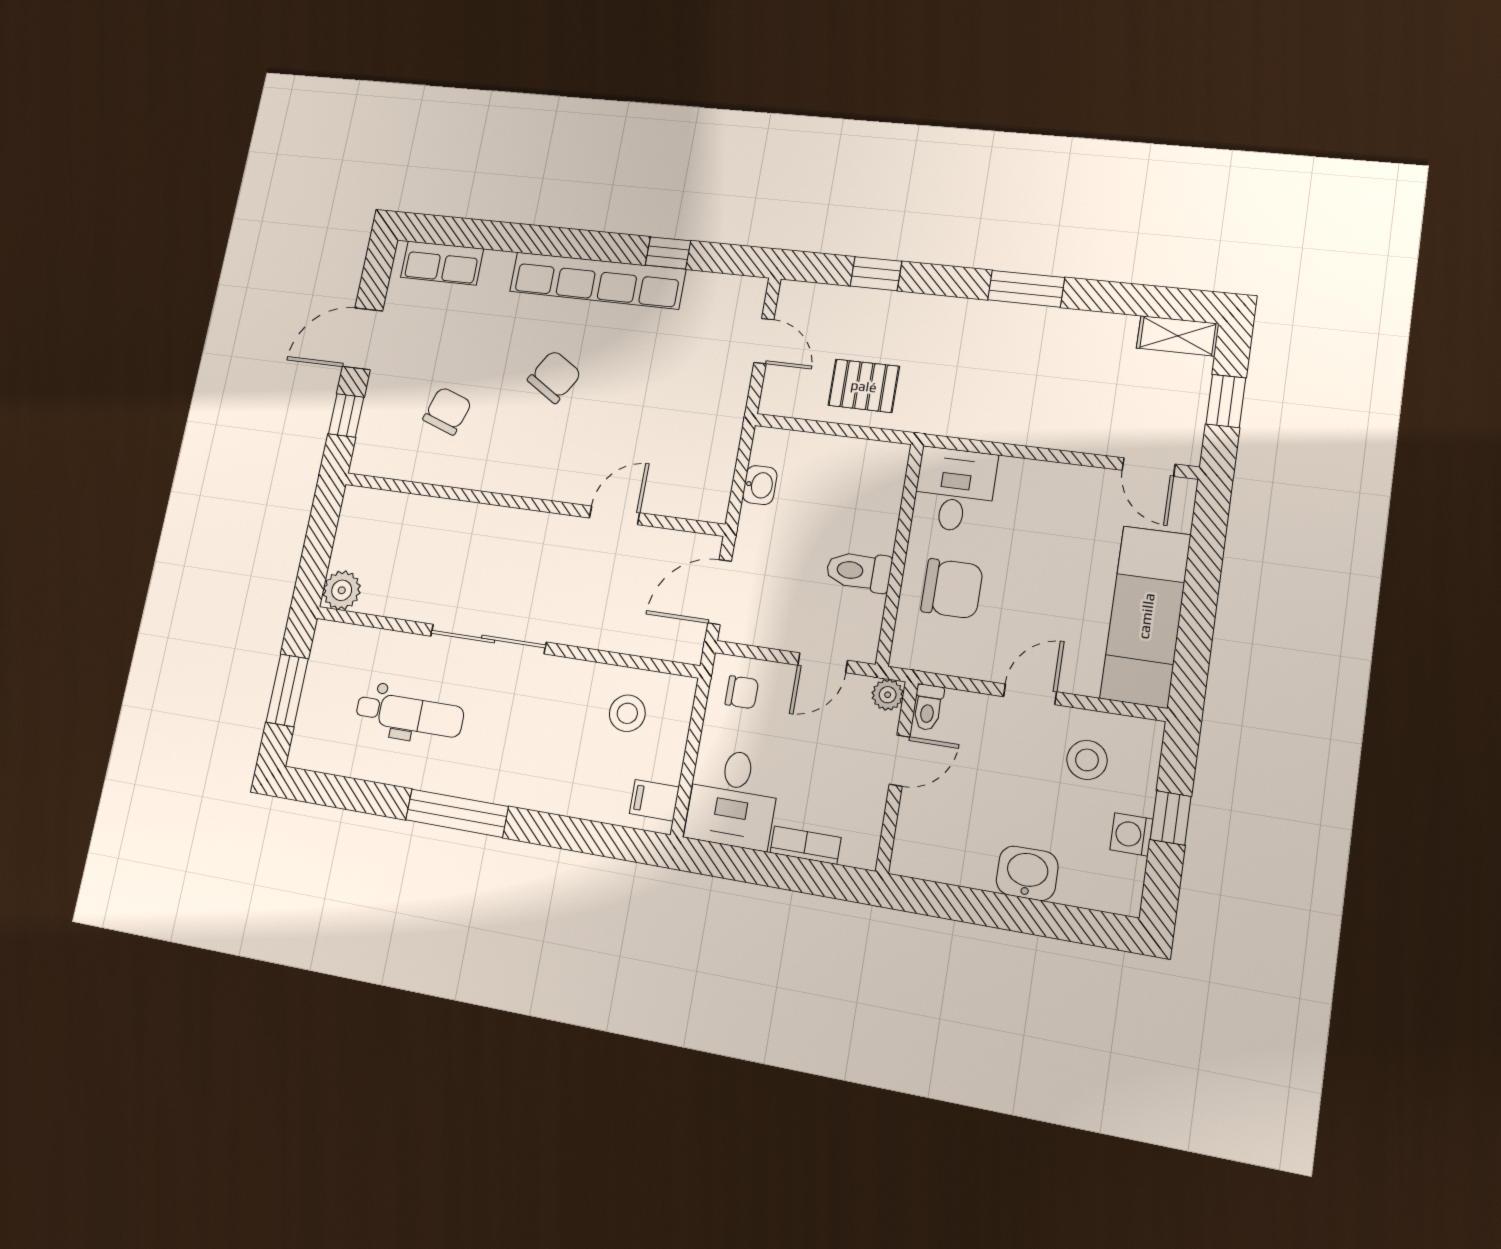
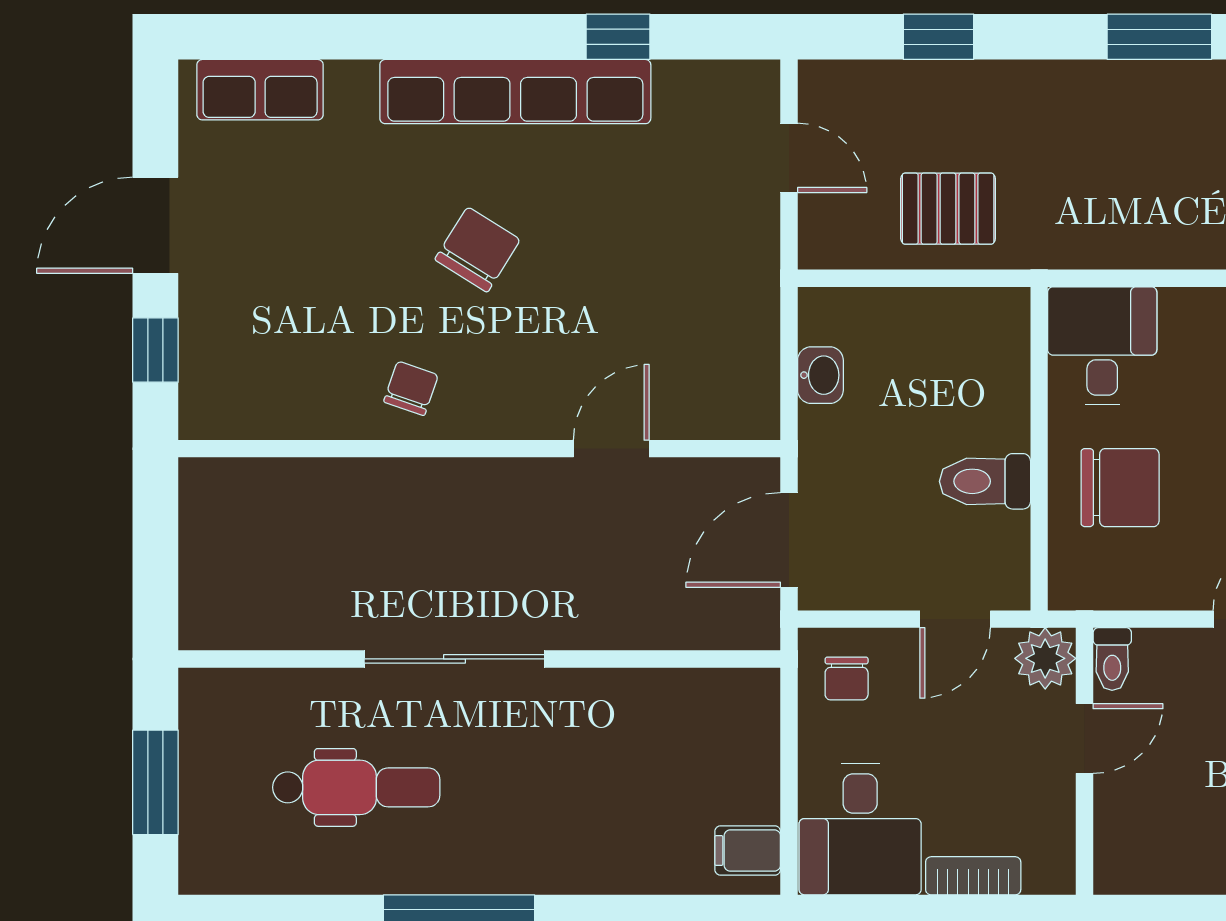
chair: (447, 411) -> (411, 388), moved, width x0.73, depth x0.73
plant: (342, 590) -> (209, 620), removed
chair: (742, 692) -> (847, 678), turned 90
plant: (888, 695) -> (1045, 658), width x1.38, depth x1.38
stool: (627, 713) -> (685, 734), removed

